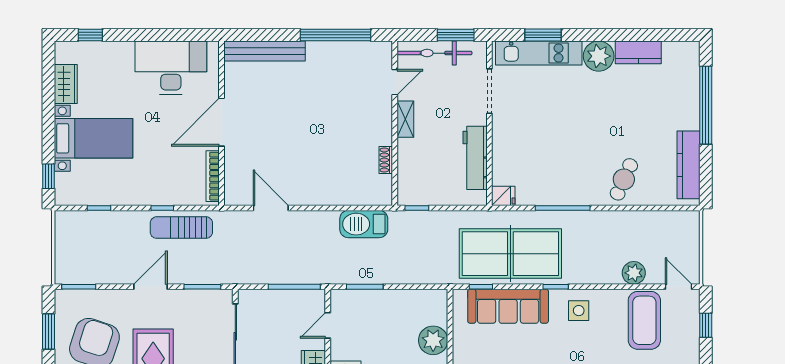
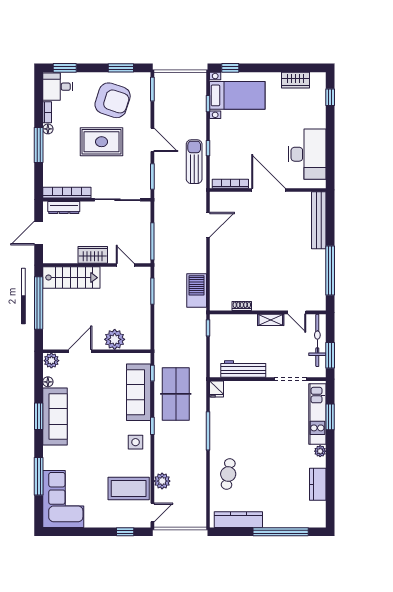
plant: (599, 56) -> (320, 451), width x0.53, depth x0.53
bed with nightstands: (94, 138) -> (237, 95), moved, turned -90
cafe table: (624, 179) -> (228, 474), turned 75
table tennis table: (510, 254) -> (176, 394), width x0.73, depth x0.76

